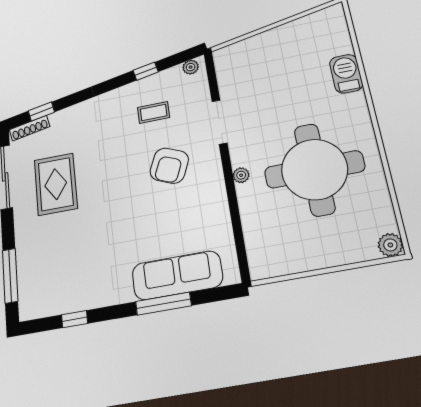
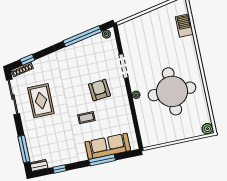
window: (146, 71) -> (82, 36), width x3.17
barbecue: (346, 74) -> (184, 25), moved
coffee table: (154, 112) -> (86, 118), moved
armchair: (169, 166) -> (99, 90), turned 152
dresser: (35, 310) -> (39, 165), added

